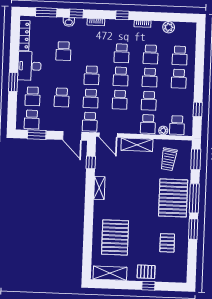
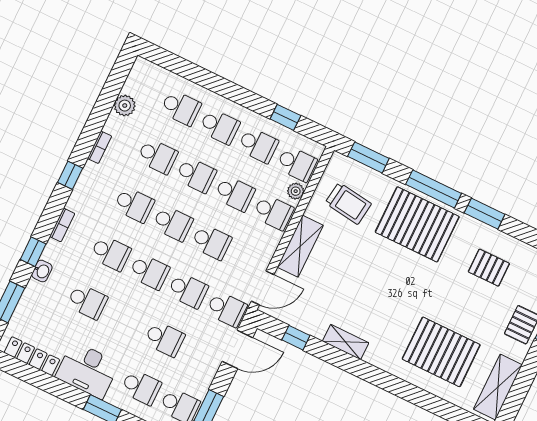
school desk: (93, 52) -> (111, 253), added
school desk: (178, 102) -> (258, 145), added

